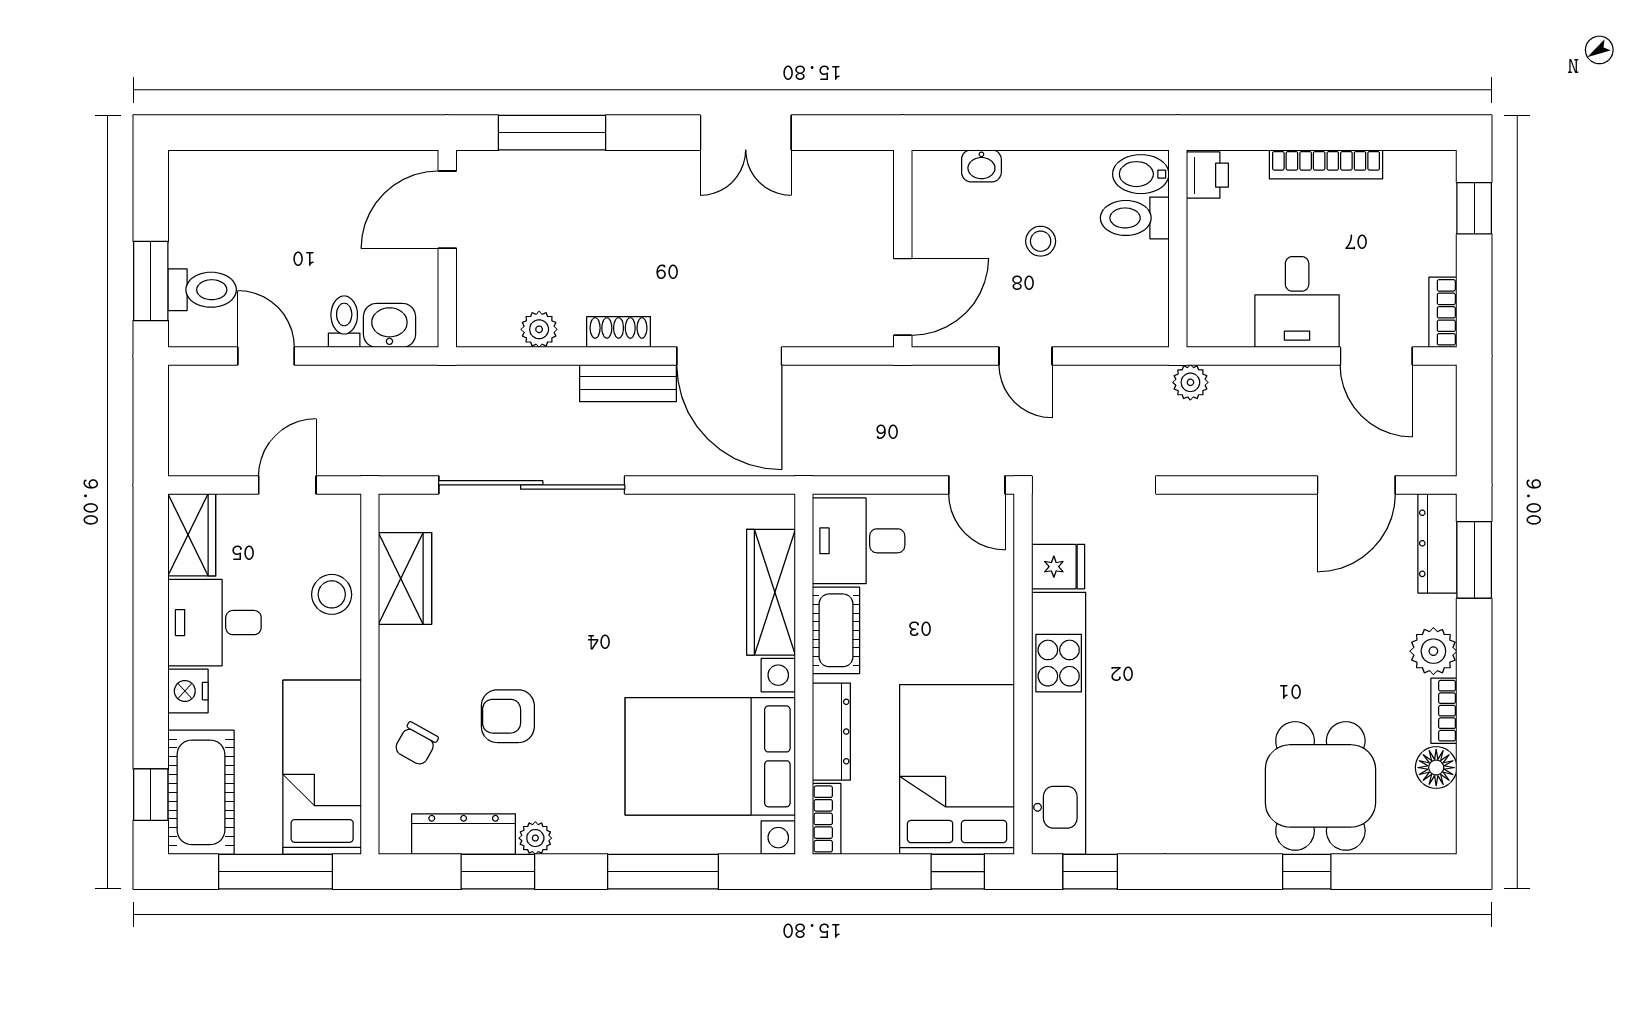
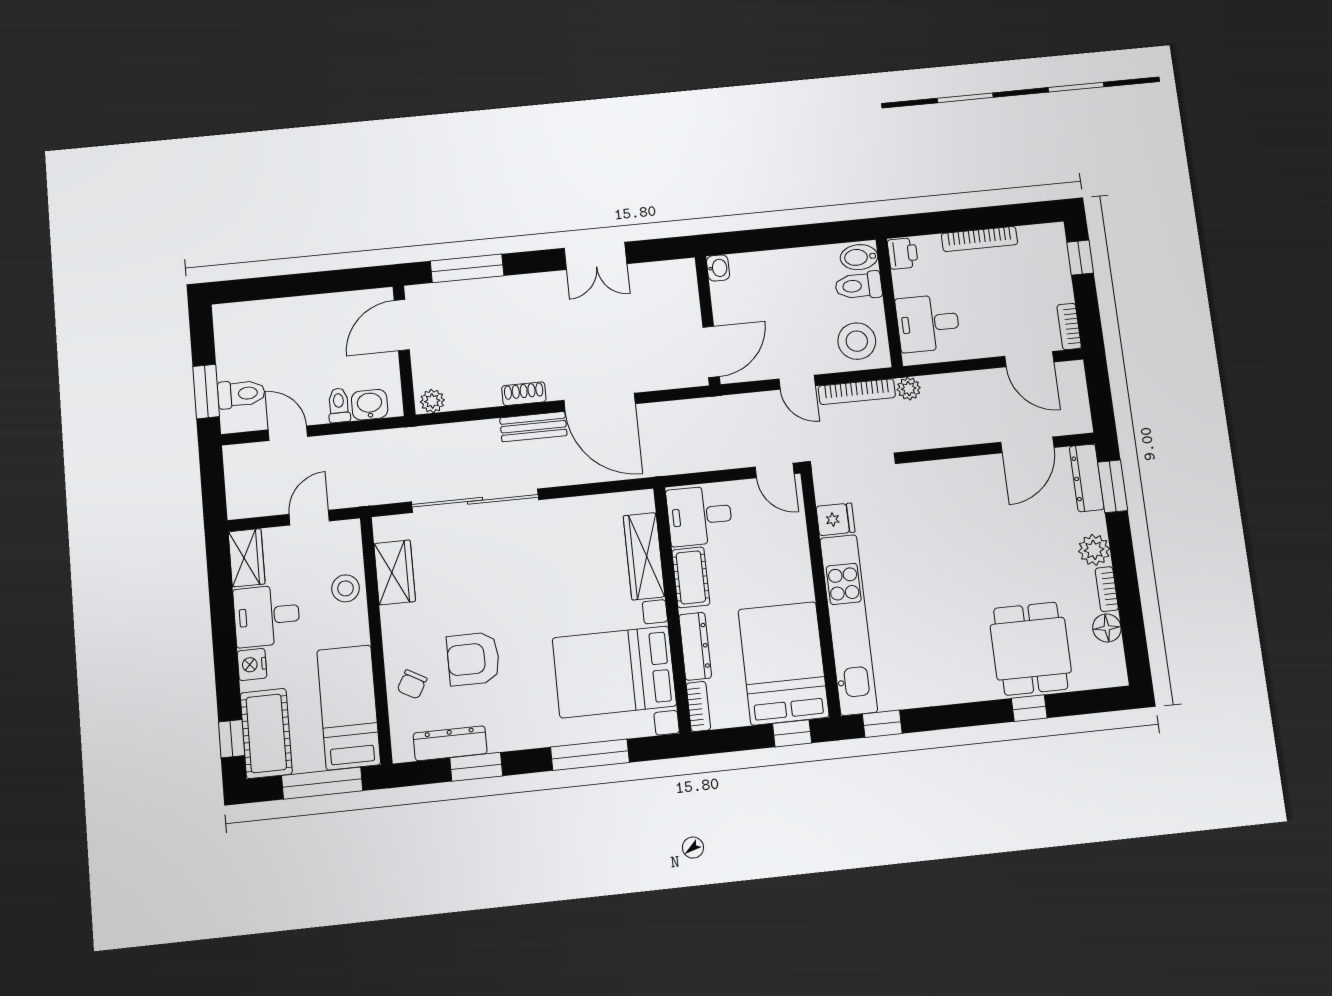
washbasin: (981, 166) -> (718, 268), moved, turned -90
stool: (1041, 241) -> (857, 341), moved, width x1.89, depth x1.89
desk: (1297, 302) -> (928, 323), moved, turned 90
plant: (539, 329) -> (432, 401), moved
bookcase: (1113, 379) -> (857, 392), added
armchair: (508, 716) -> (473, 659), width x1.38, depth x1.38
plant: (535, 838) -> (500, 741), removed

